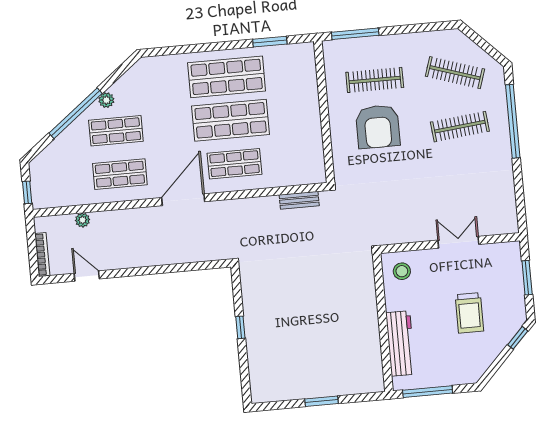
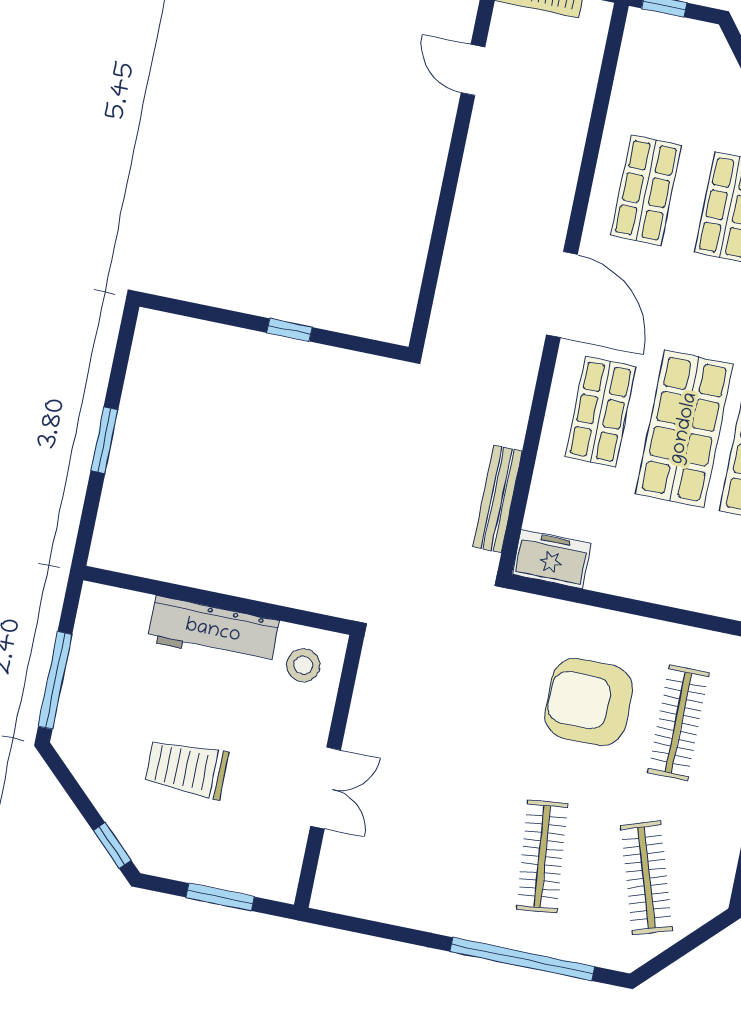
clothes rail: (455, 73) -> (647, 878), turned -36
freezer: (313, 166) -> (552, 559), added
bench: (299, 200) -> (498, 499), width x1.36
plant: (83, 220) -> (581, 94), removed
door: (87, 276) -> (473, 70), swing flipped
workbench: (400, 343) -> (213, 631), moved
window: (428, 392) -> (55, 680), moved

